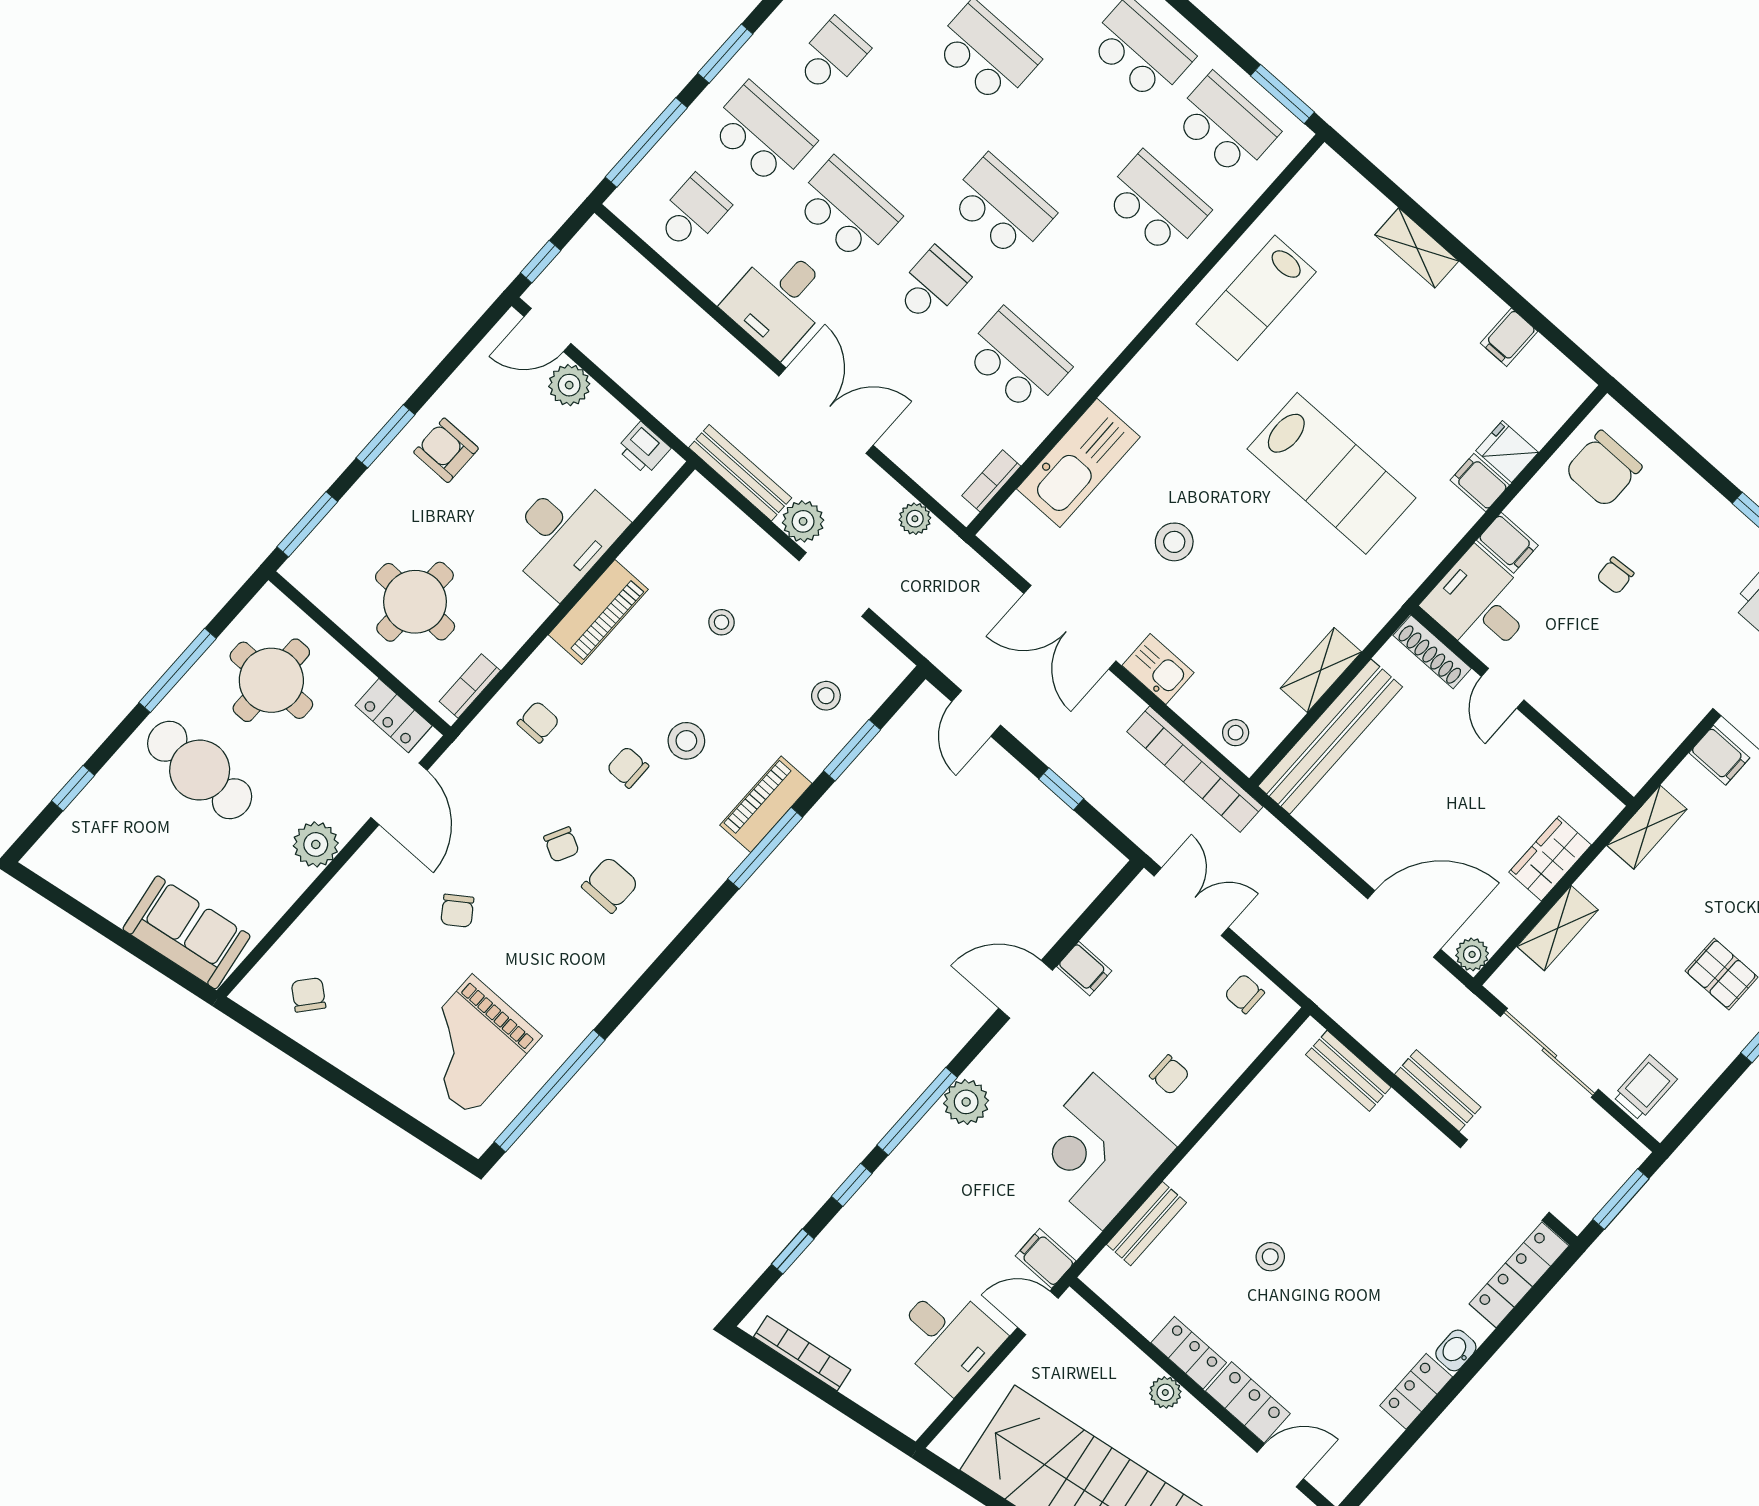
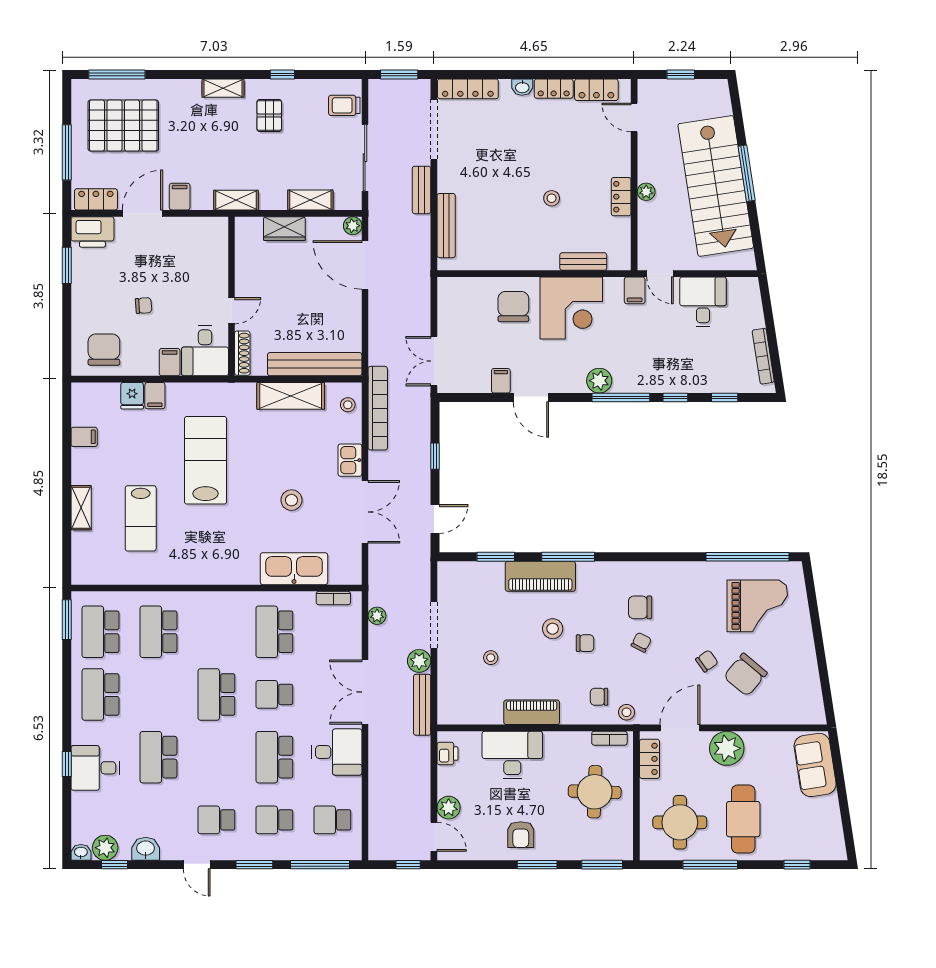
school desk: (762, 134) -> (274, 820), width x0.54
lab bench: (1256, 298) -> (141, 518), moved, turned 90
chair: (1603, 469) -> (104, 350), turned -90
shelving: (1321, 670) -> (291, 396), width x1.50, depth x1.33
stool: (826, 696) -> (627, 712), moved
chair: (628, 767) -> (585, 643), turned -90
piano: (766, 804) -> (540, 576), width x1.37, depth x1.33
plant: (316, 844) -> (727, 748), width x1.36, depth x1.36
chair: (1244, 994) -> (452, 305), removed
chair: (309, 995) -> (745, 675), moved, width x1.87, depth x1.87
bench: (1348, 1071) -> (446, 226), width x1.36
chair: (1169, 1075) -> (513, 307), width x1.87, depth x1.87
locker: (1248, 1402) -> (596, 90), moved, turned -90

